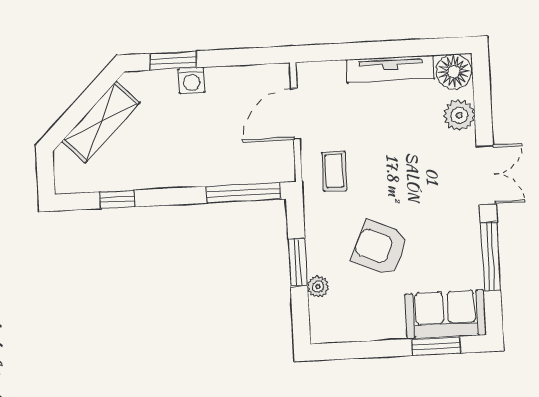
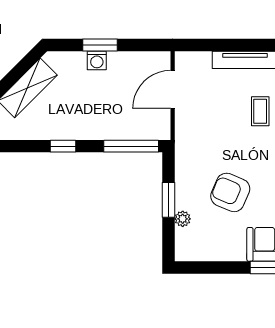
window: (173, 60) -> (100, 45), moved
coffee table: (334, 171) -> (260, 111), moved
window: (117, 199) -> (63, 146), moved

